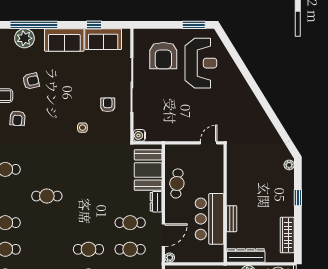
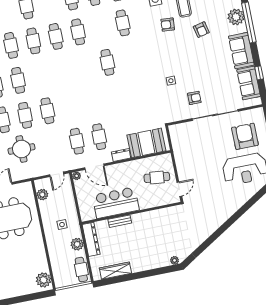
armchair: (163, 56) -> (245, 136), turned 90
water cooler: (139, 135) -> (174, 130), removed
door: (209, 143) -> (179, 189), hinge flipped
cafe table: (177, 183) -> (157, 177), moved
window: (298, 198) -> (149, 273), removed
cafe table: (88, 249) -> (70, 106), removed

